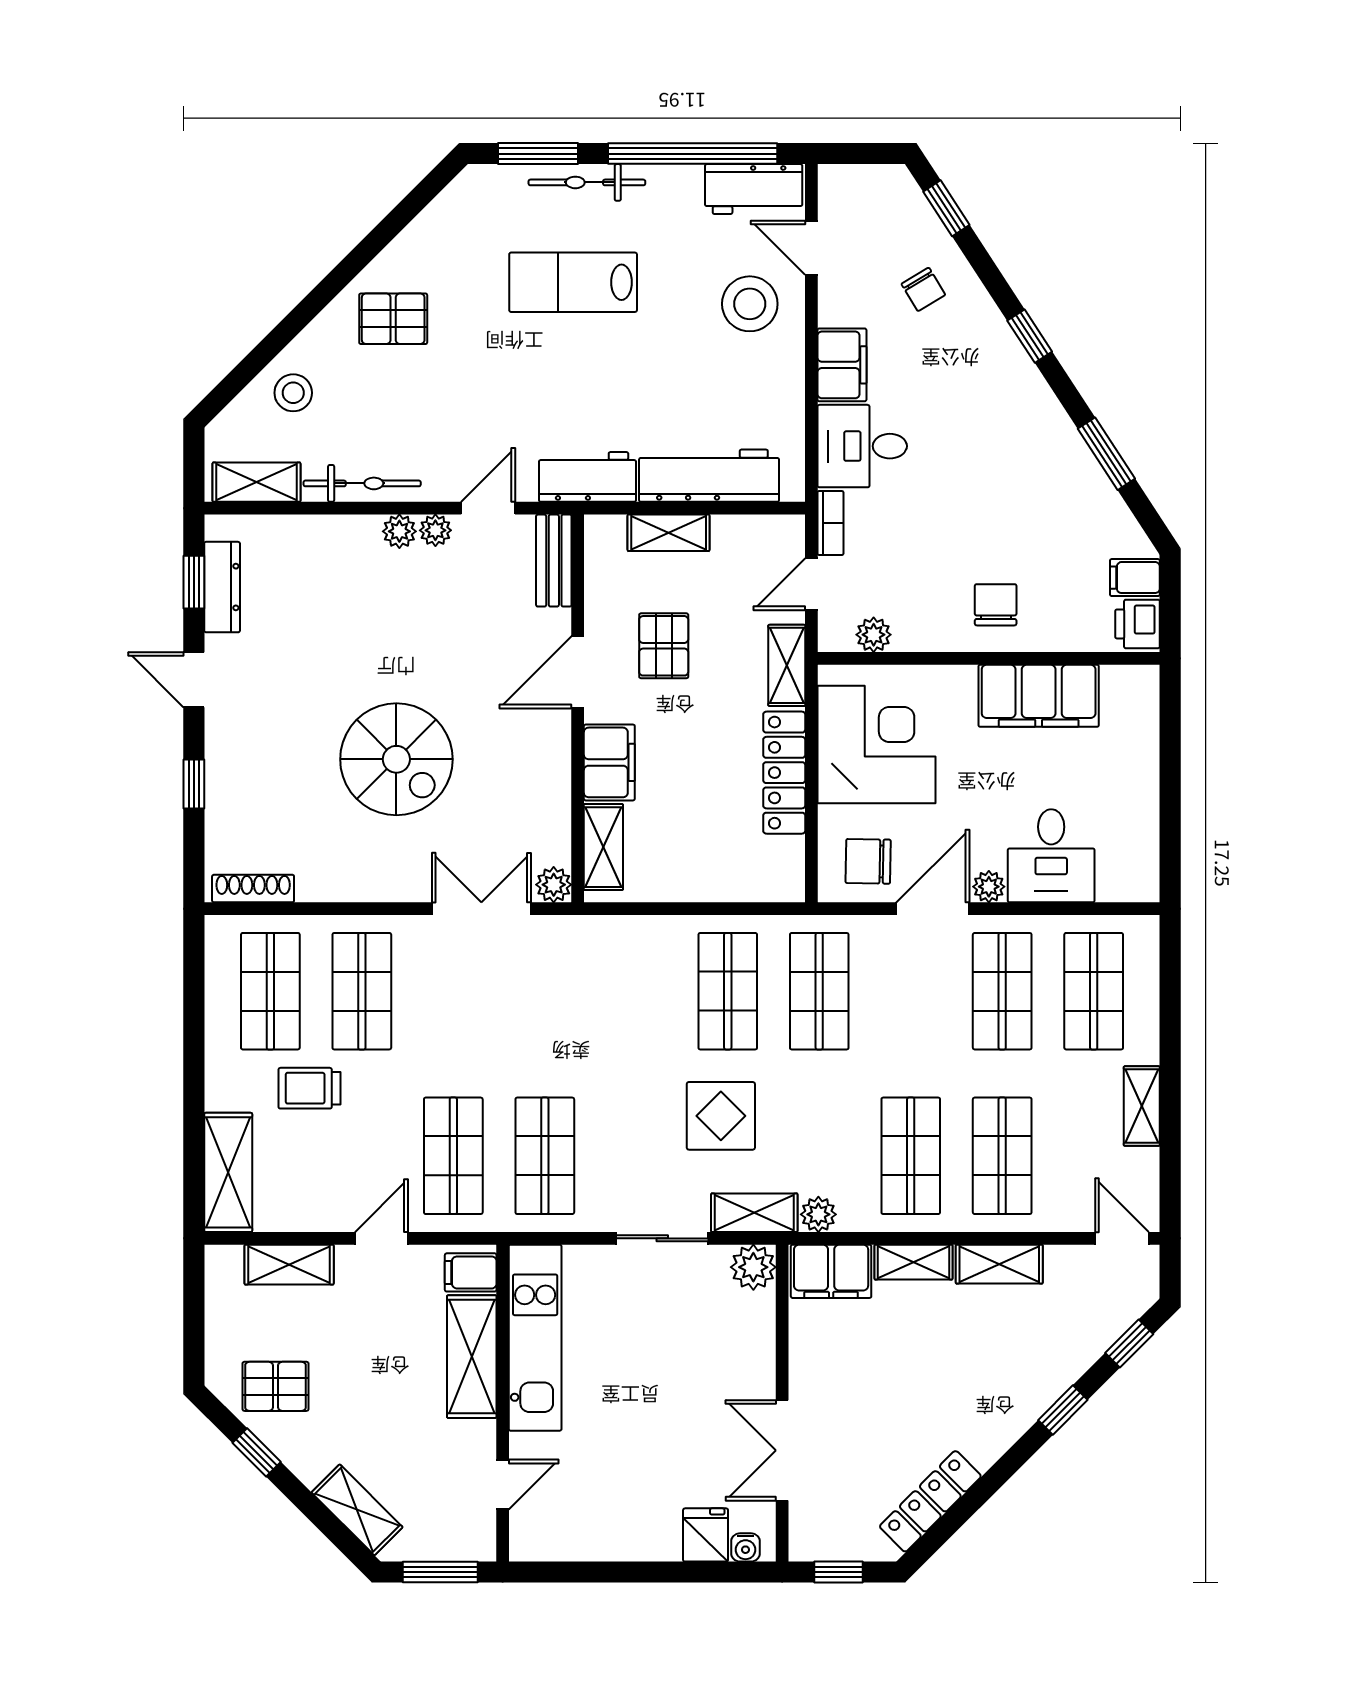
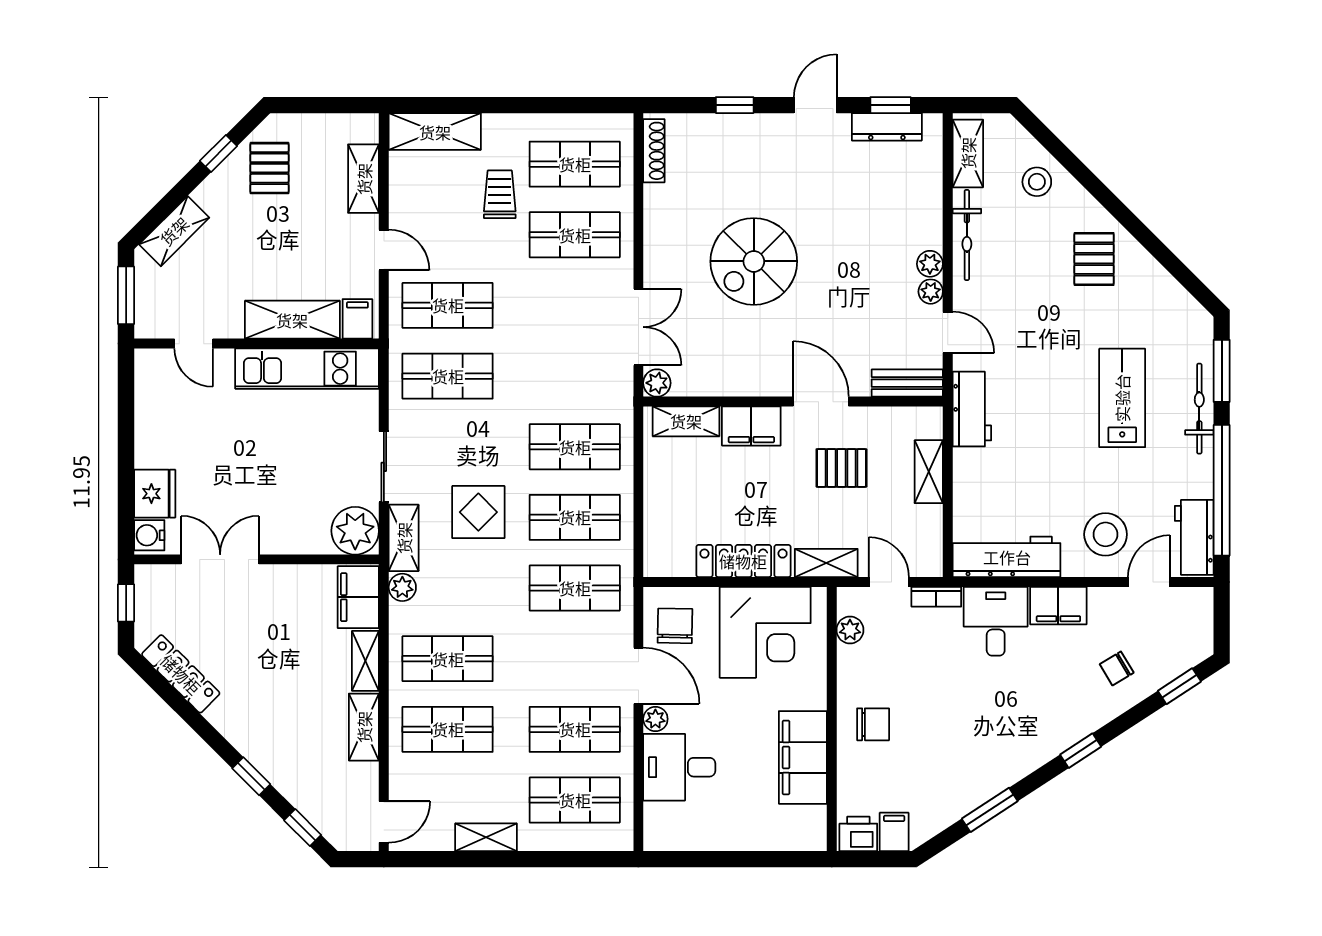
workbench: (709, 476) -> (1007, 557), moved, turned -90
shop shelf: (636, 991) -> (575, 447), added
plant: (753, 1267) -> (355, 531), width x1.36, depth x1.36
fridge: (706, 1535) -> (155, 494), width x1.38
water cooler: (745, 1547) -> (149, 535), width x1.38, depth x1.38

